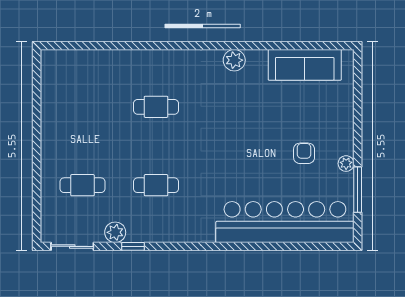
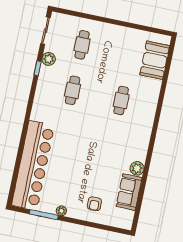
plant: (234, 60) -> (137, 168), moved
sofa: (305, 65) -> (129, 192), width x0.73
booth: (83, 68) -> (155, 60), added
armchair: (304, 153) -> (94, 204), moved, turned 90

